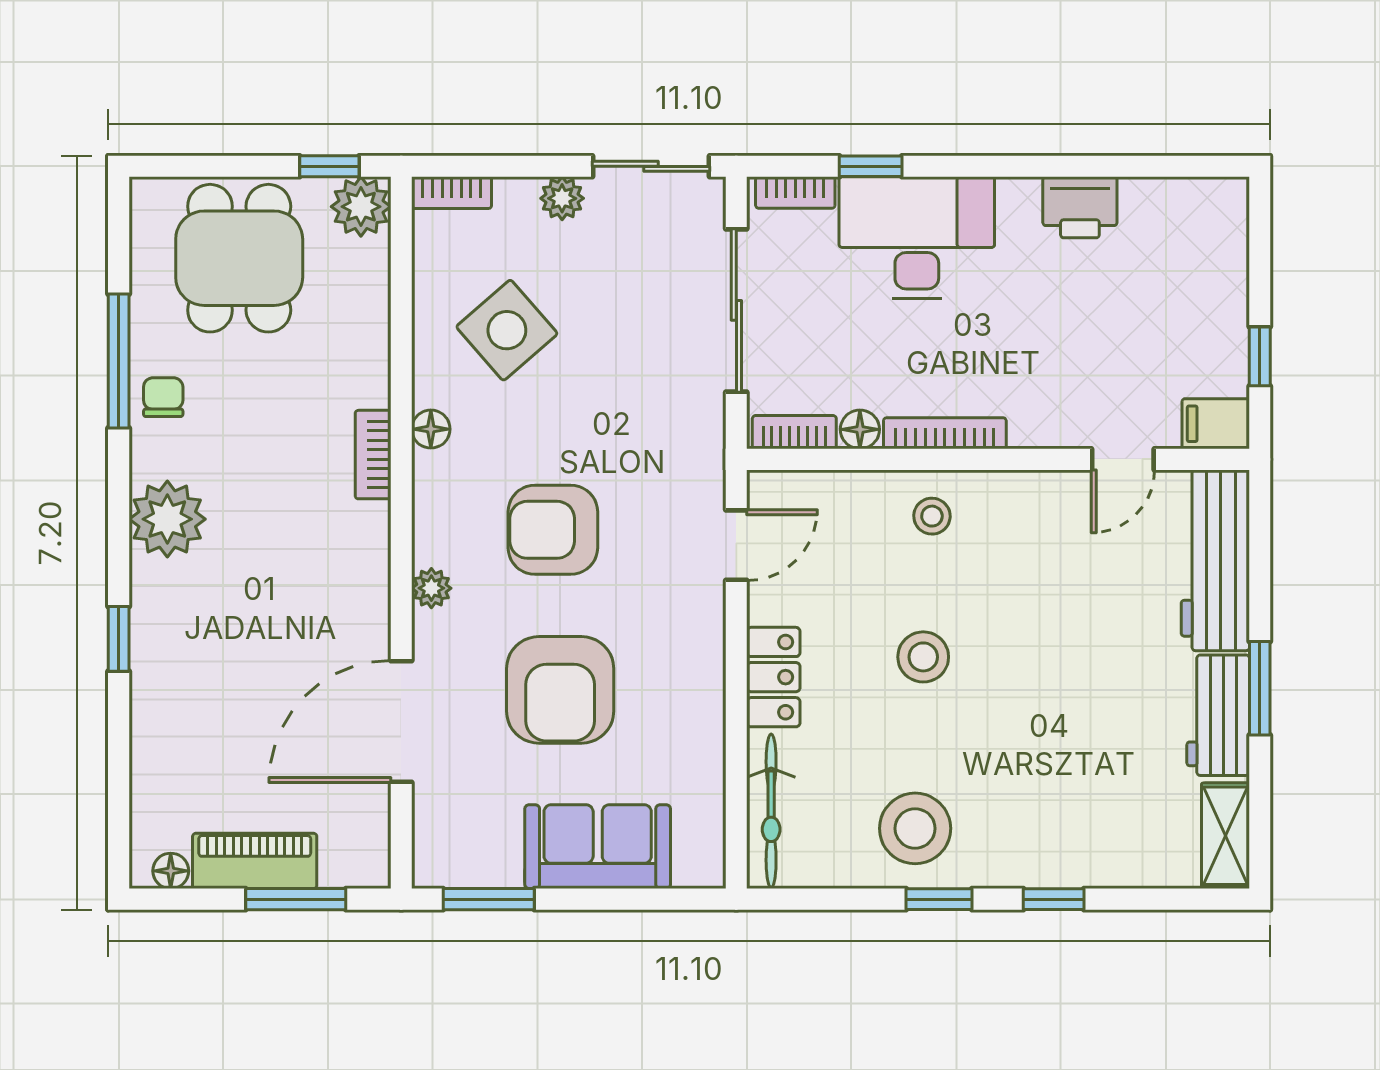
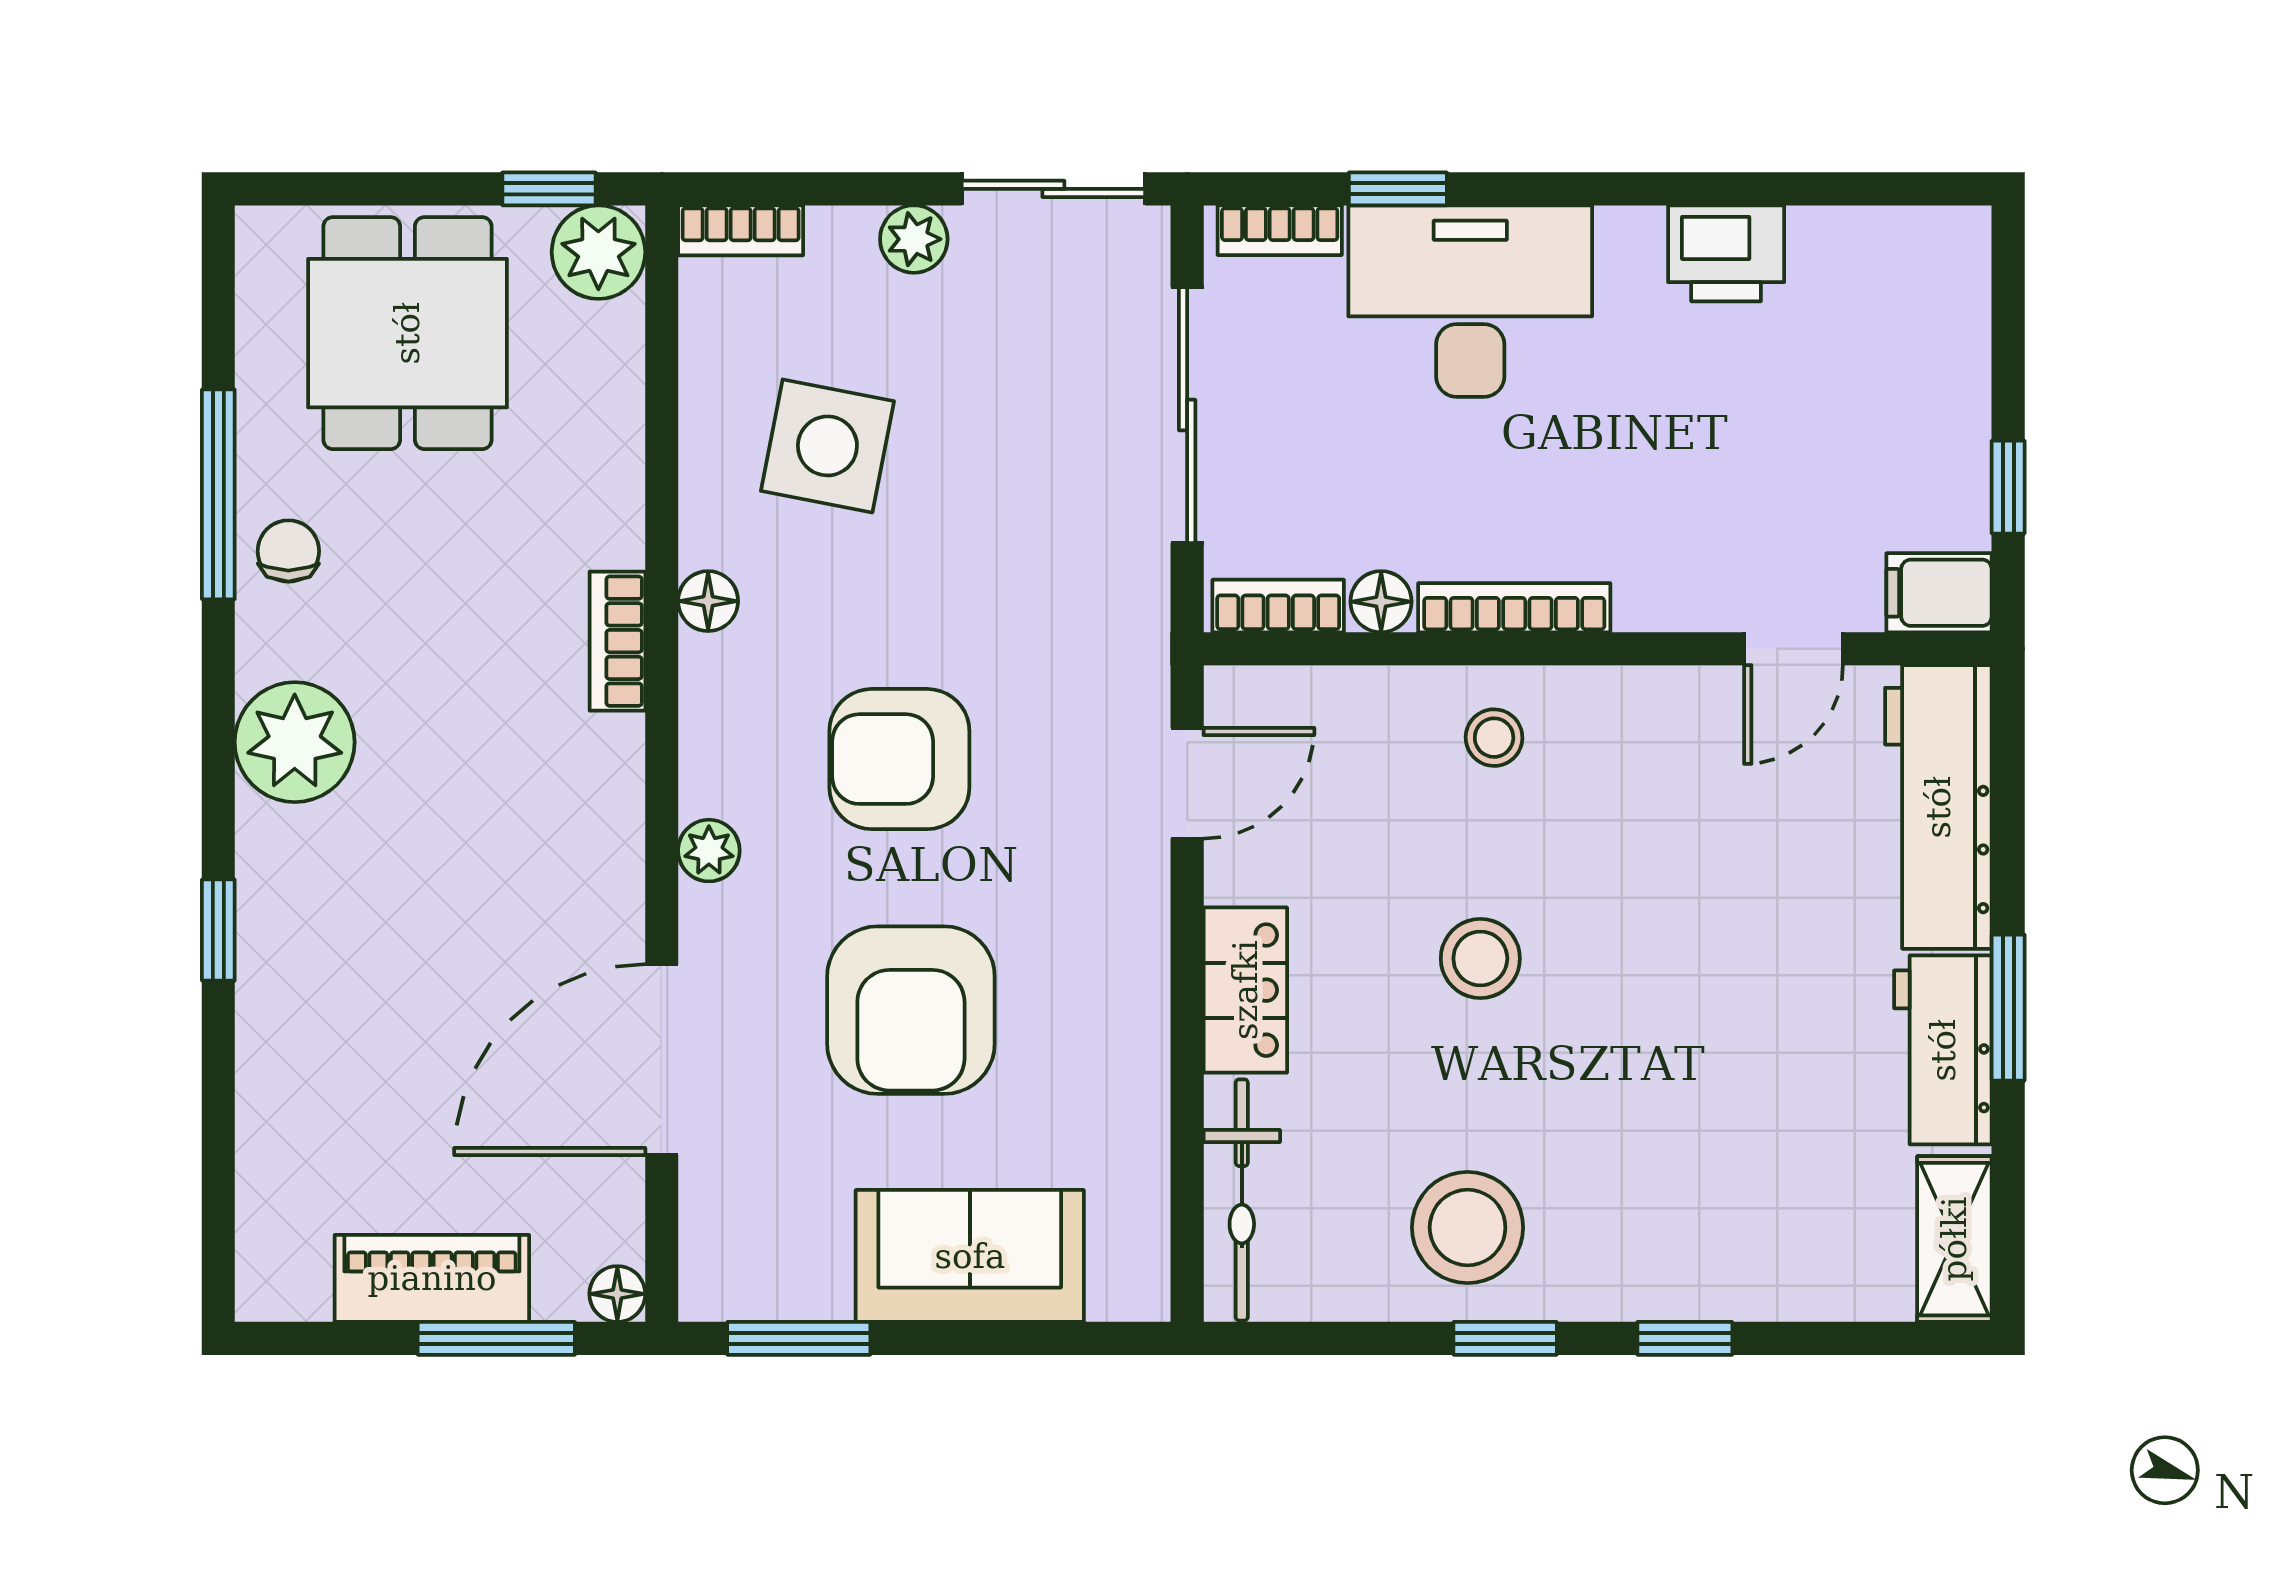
side table: (507, 330) -> (827, 446), turned -38
floor lamp: (171, 871) -> (617, 1294), moved

